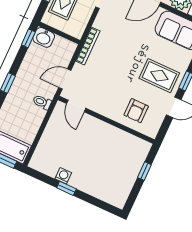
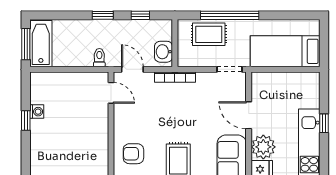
washbasin: (44, 37) -> (164, 52), moved
window: (28, 38) -> (140, 15), moved
door: (76, 106) -> (111, 93), swing flipped

